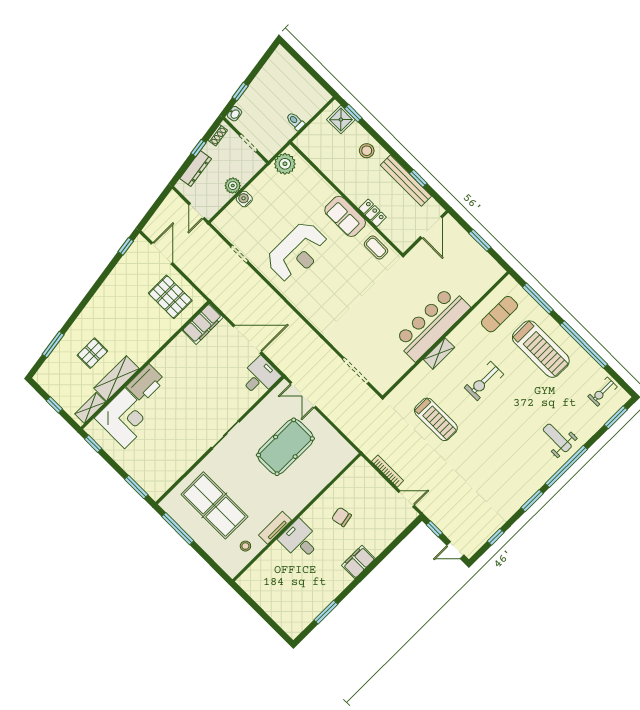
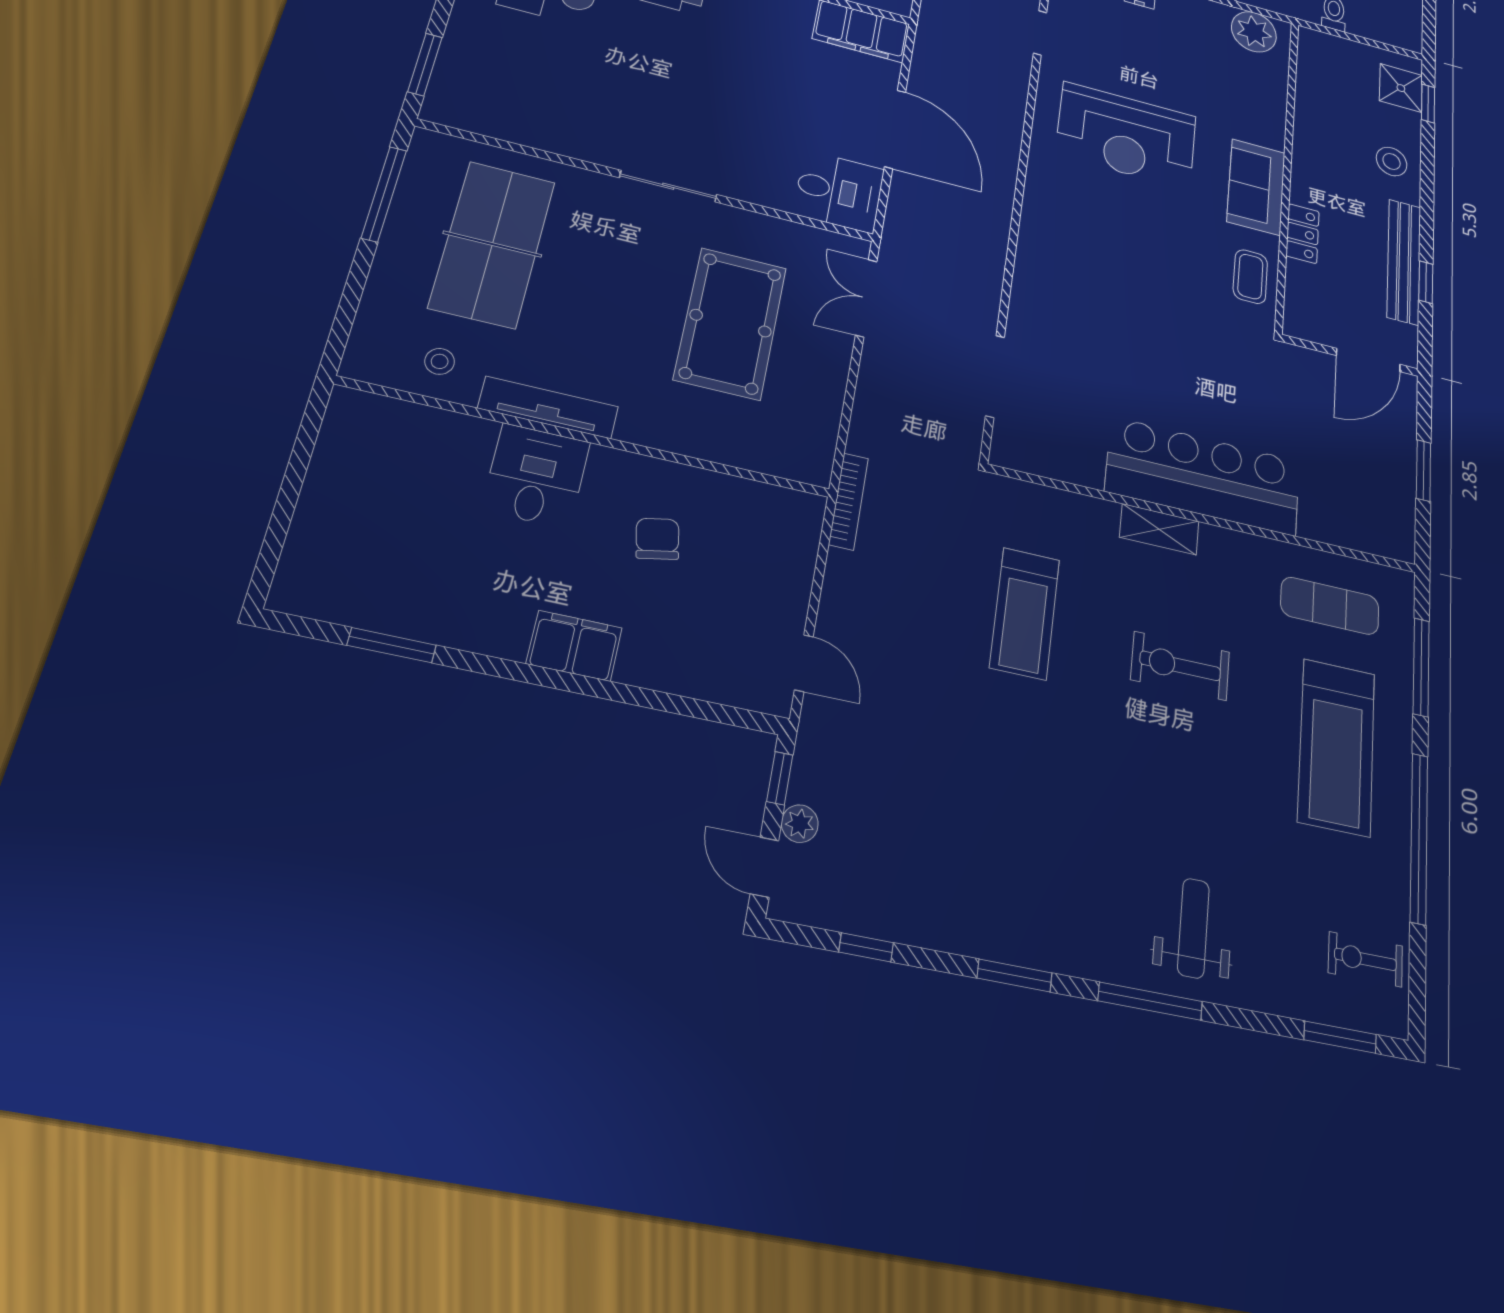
pool table: (285, 447) -> (731, 323), turned 90
window: (566, 466) -> (1150, 1001), width x0.68
bookcase: (388, 471) -> (849, 501), moved
tv unit: (275, 528) -> (548, 407), width x1.41
plant: (450, 532) -> (800, 824), added

